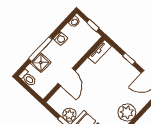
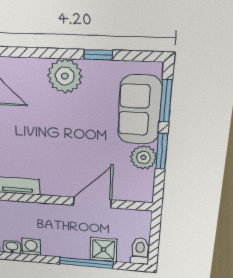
washing machine: (60, 38) -> (31, 247), moved

